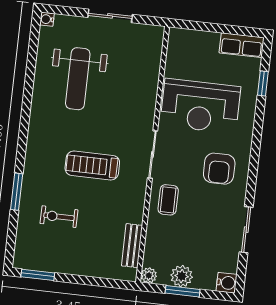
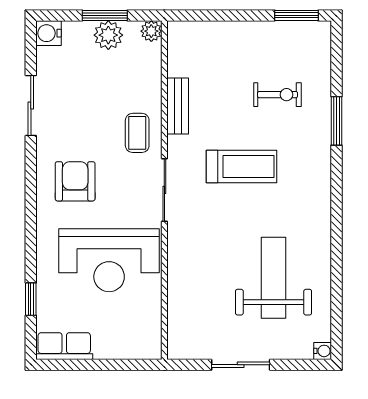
reception desk: (200, 106) -> (109, 260), turned 180
bench: (132, 246) -> (178, 106), moved

